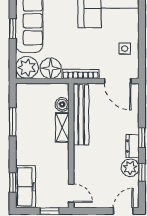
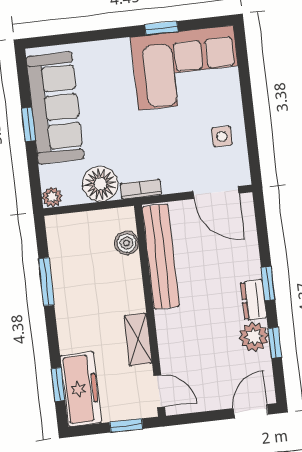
plant: (27, 67) -> (52, 197), width x0.53, depth x0.53
bookcase: (81, 74) -> (141, 189), width x0.64
shelving: (62, 127) -> (138, 339), moved

